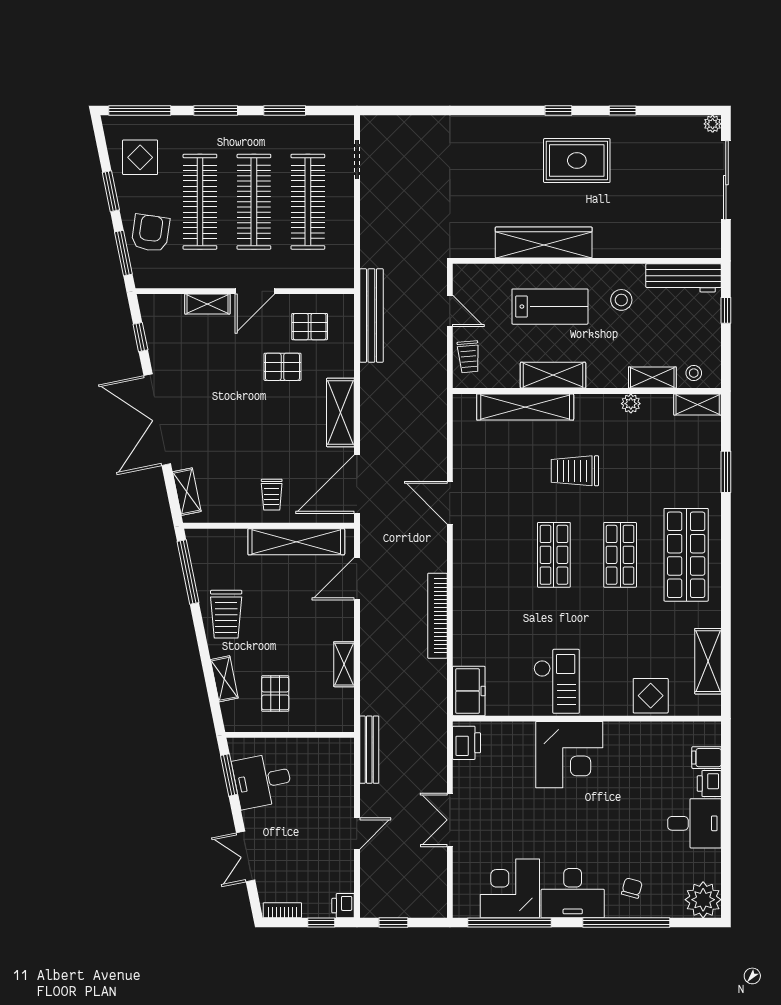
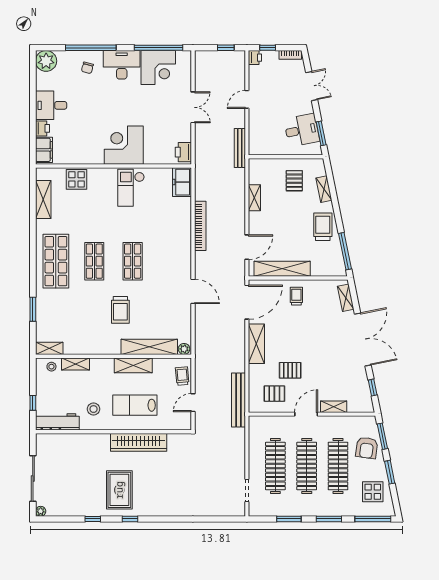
rug: (577, 161) -> (119, 490), turned 90
door: (450, 311) -> (193, 403), hinge flipped
plant: (631, 404) -> (184, 349), moved
trolley: (575, 471) -> (120, 310), turned 90
filing cabinet: (707, 758) -> (44, 150), width x2.00

